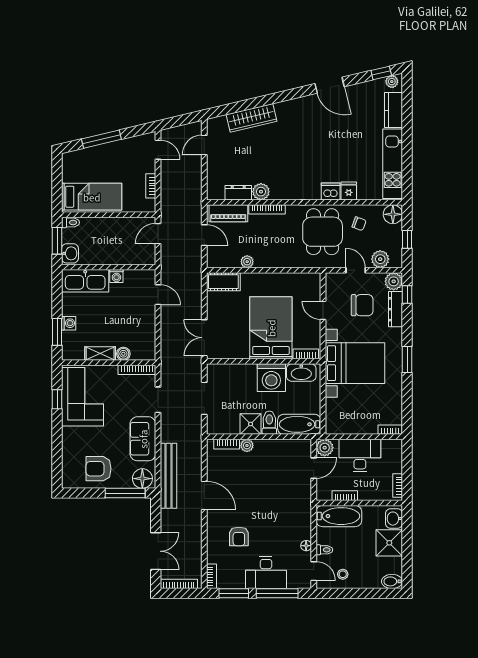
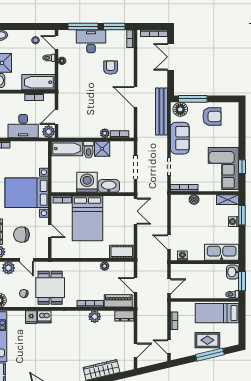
rug: (105, 159) -> (207, 340), added
dresser: (238, 193) -> (124, 316), moved
washing machine: (116, 276) -> (182, 256), moved
shelving: (100, 354) -> (228, 200), moved
washbasin: (301, 372) -> (109, 186), moved

